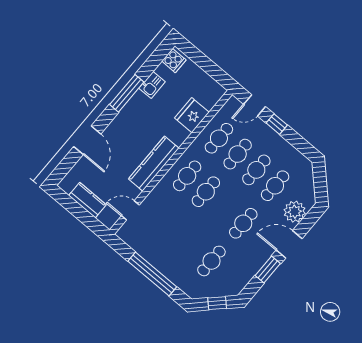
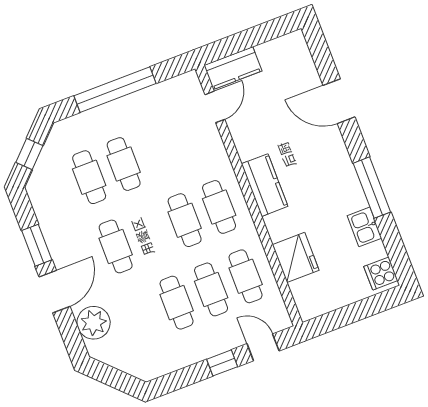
door: (255, 105) -> (263, 347), hinge flipped
kitchen counter: (154, 164) -> (265, 185), width x0.67
cafe table: (275, 186) -> (124, 164), moved
kitchen counter: (87, 200) -> (233, 68), moved

